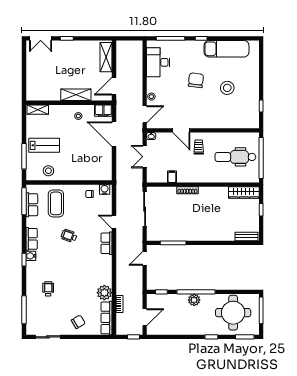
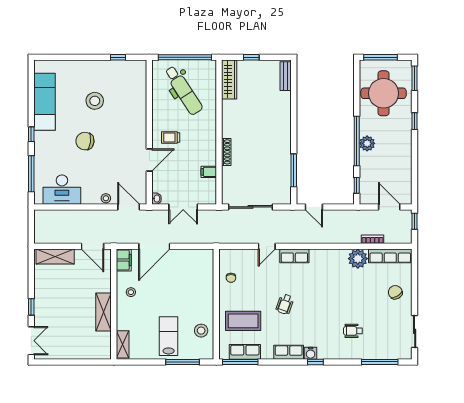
shelving: (76, 95) -> (104, 312), moved
dental chair: (235, 157) -> (183, 90), turned -33
water cooler: (105, 190) -> (225, 258), removed

